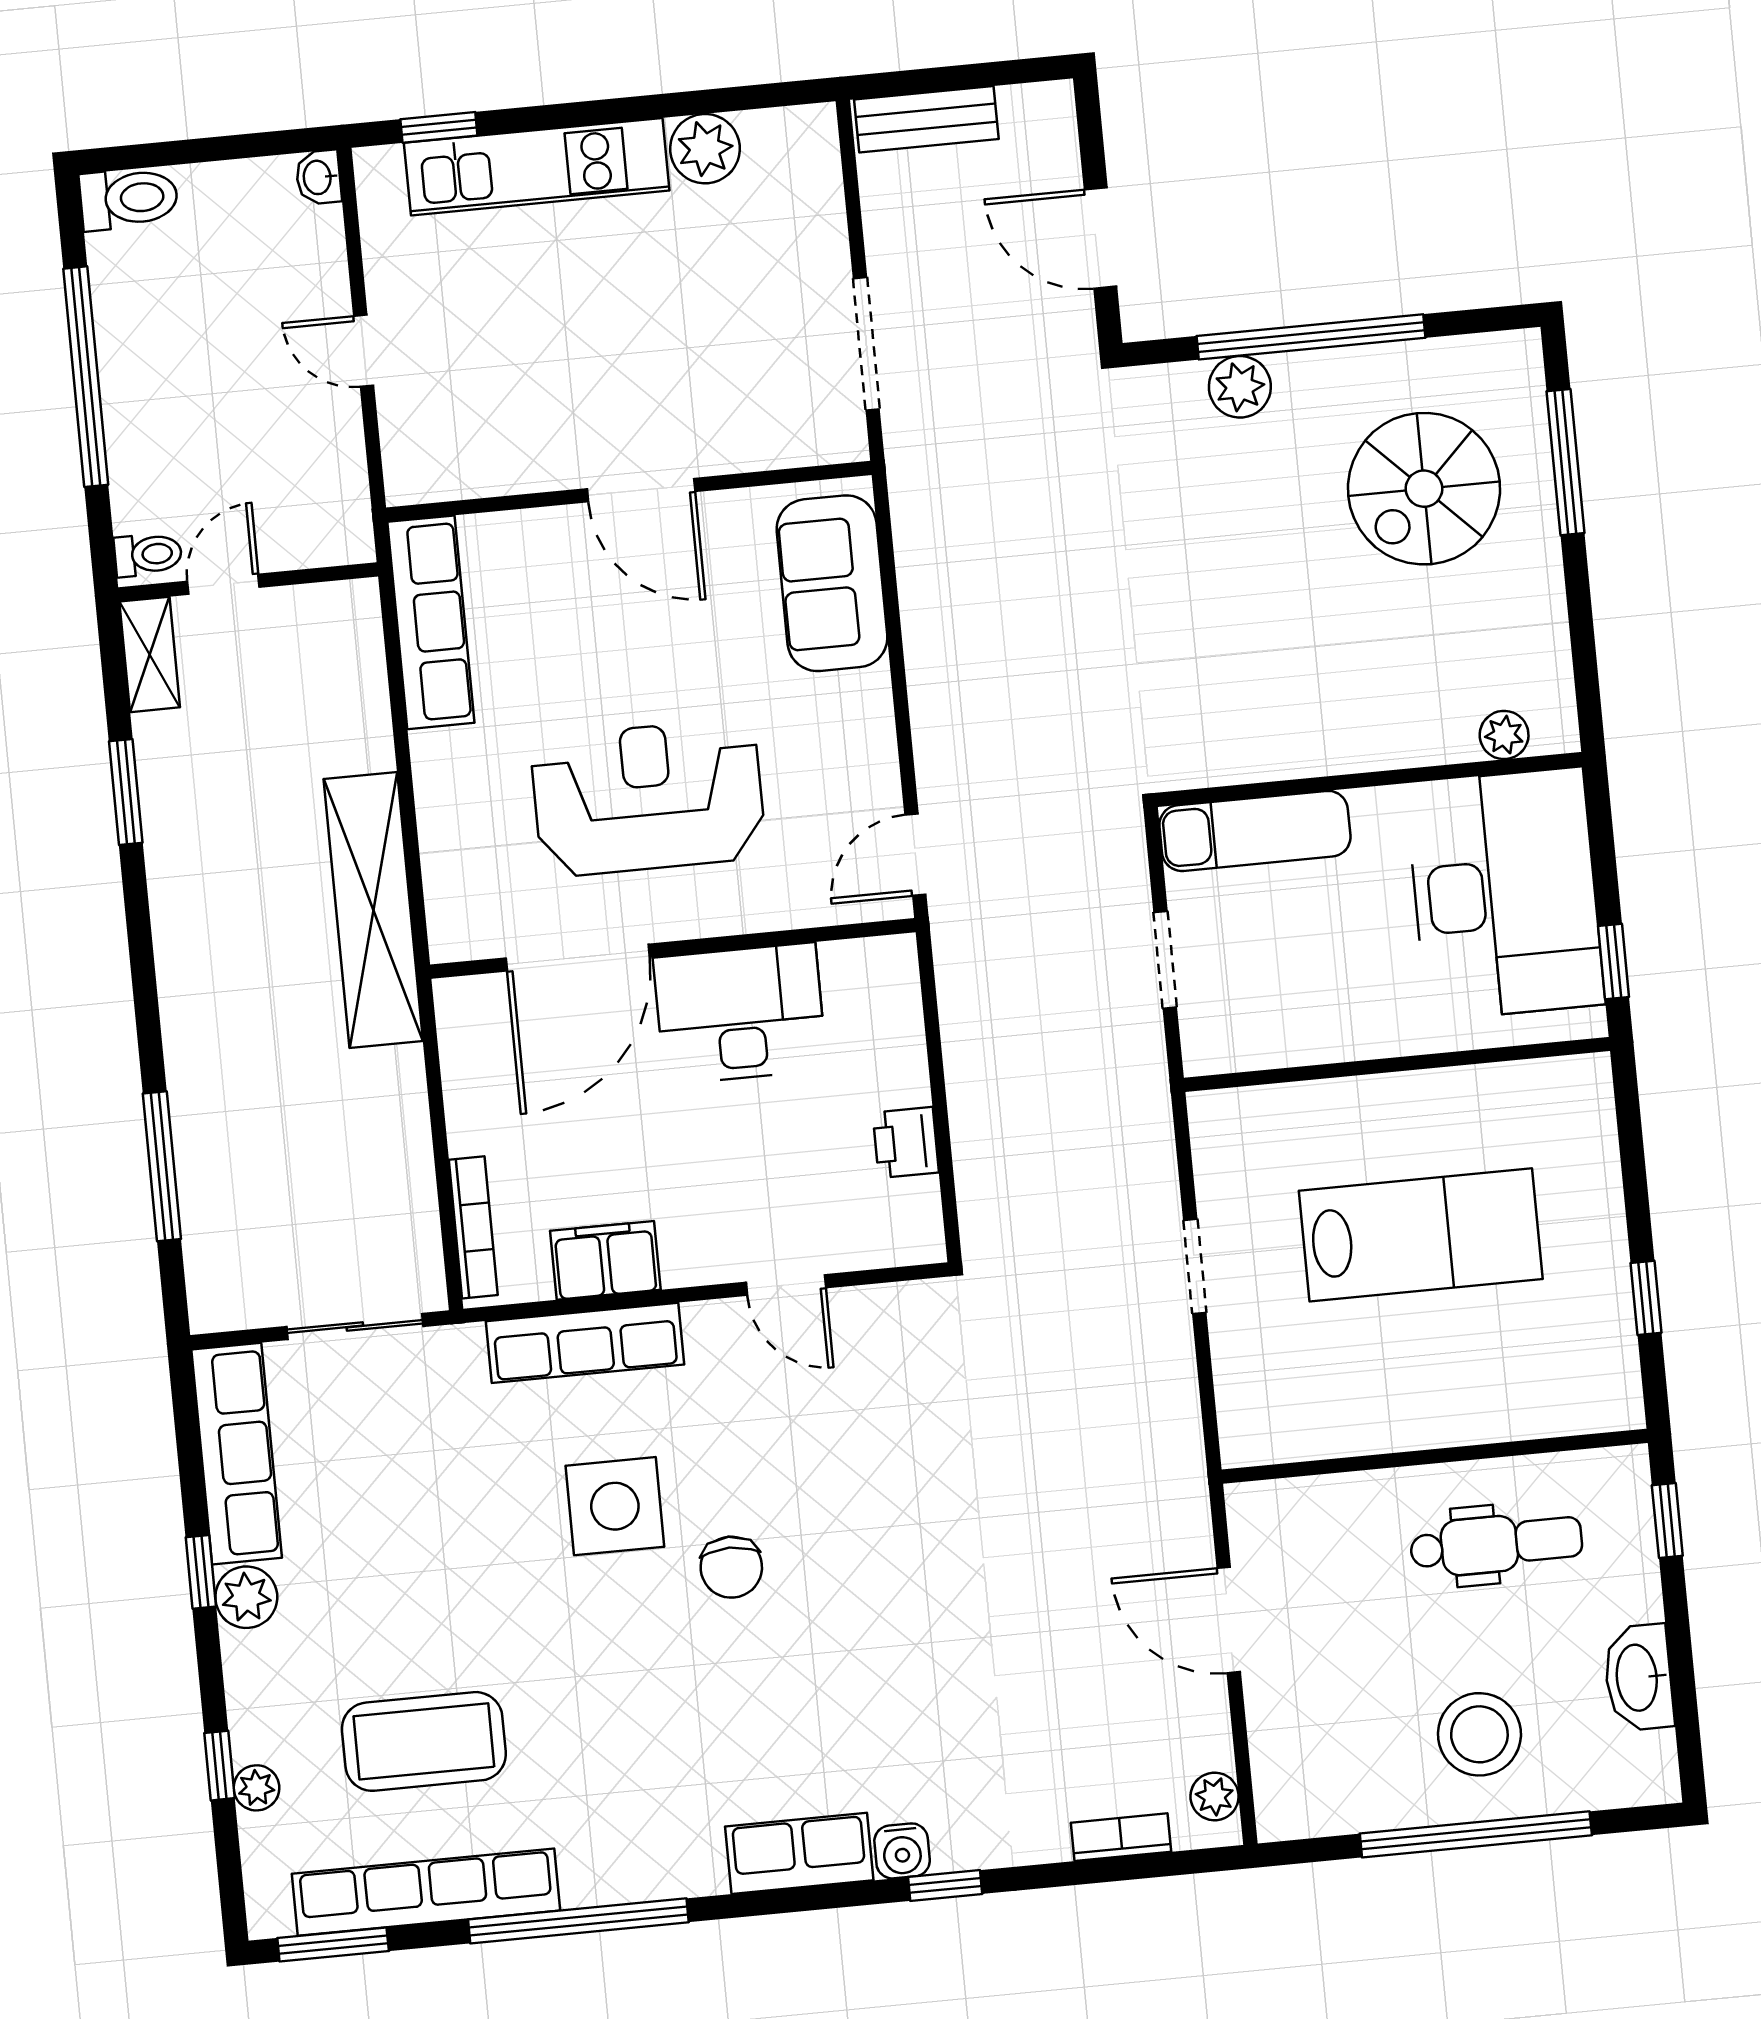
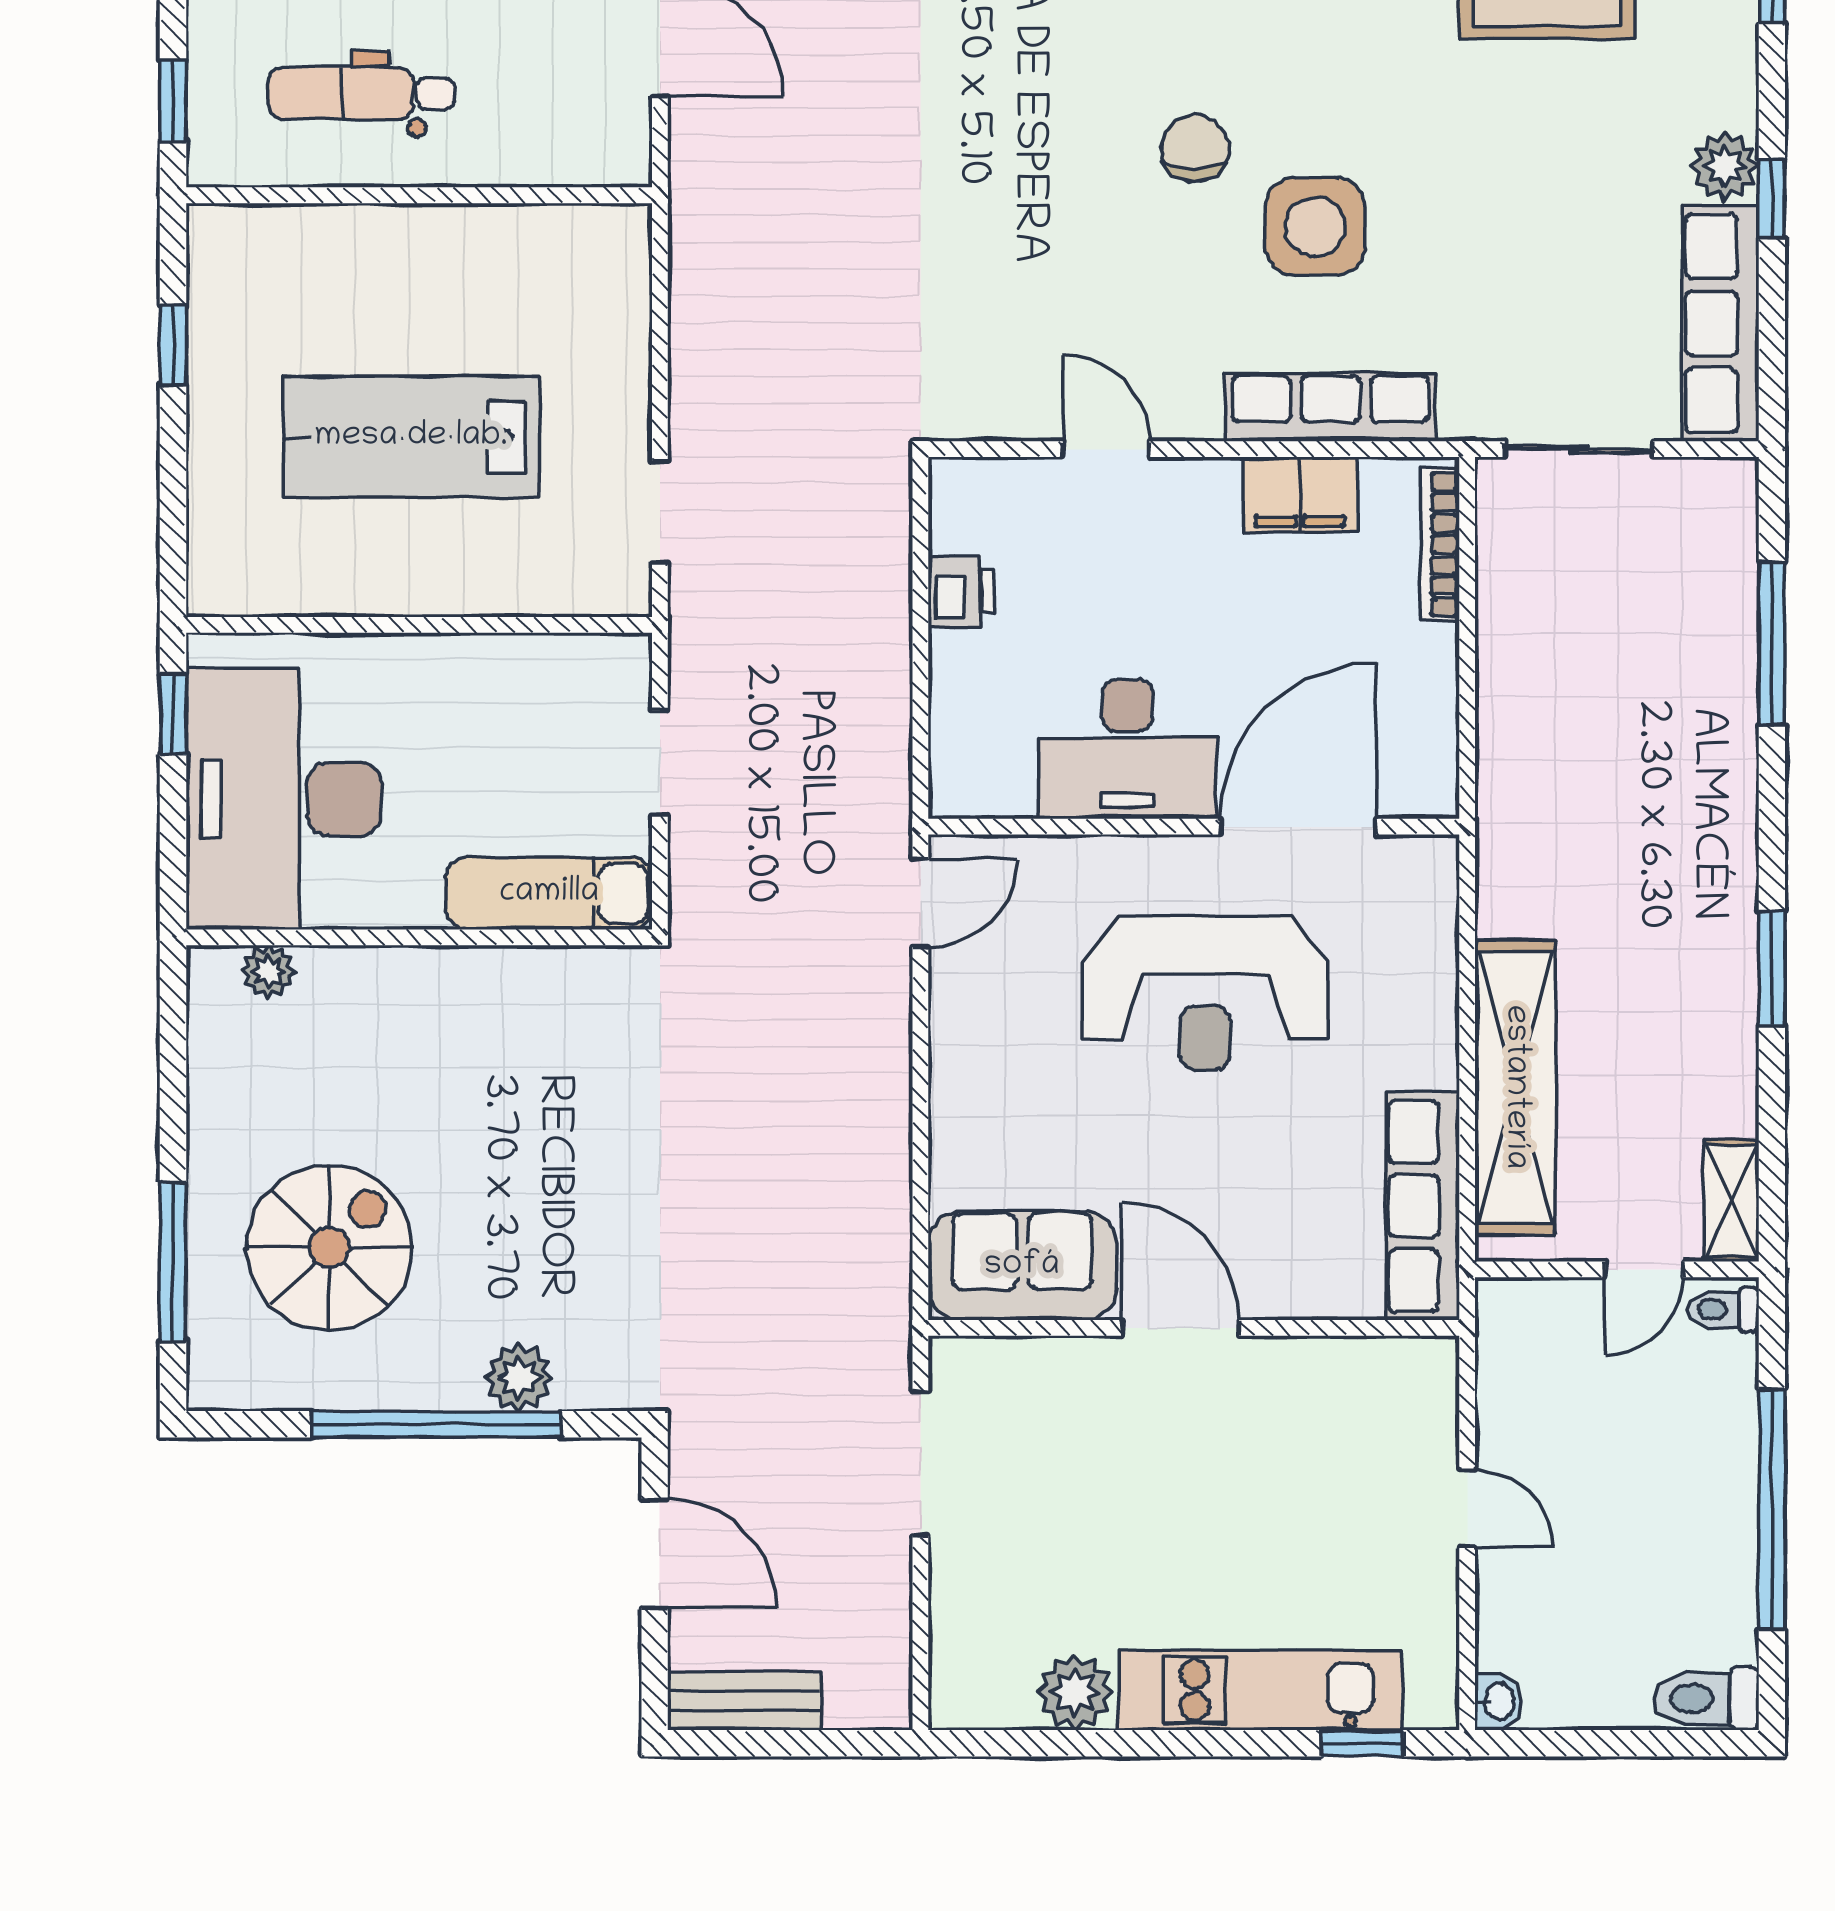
bench: (926, 119) -> (744, 1701), moved
sofa: (832, 583) -> (1022, 1266), moved, turned -90
window: (126, 792) -> (1772, 969), moved
shelving: (373, 910) -> (1515, 1087), moved
doorway: (1195, 1266) -> (660, 512), moved

